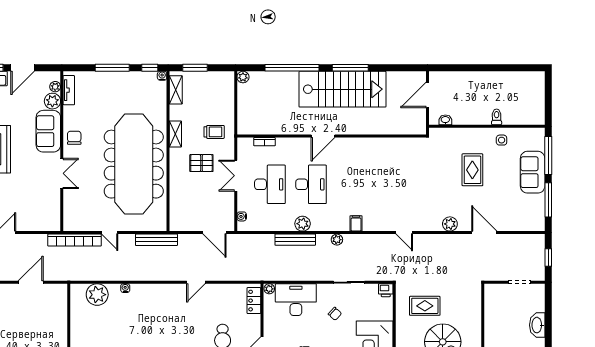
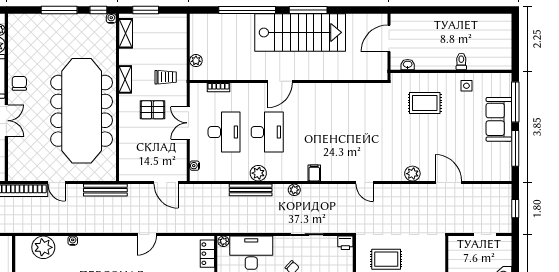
plant: (243, 77) -> (196, 61), moved
tv unit: (69, 90) -> (14, 33), removed
rug: (472, 170) -> (425, 103), moved, turned 90

